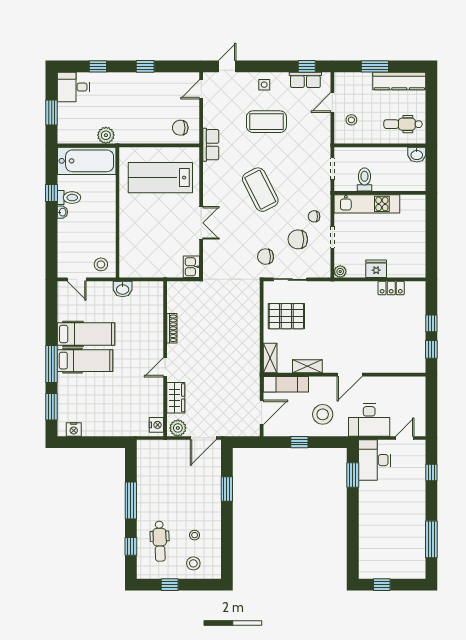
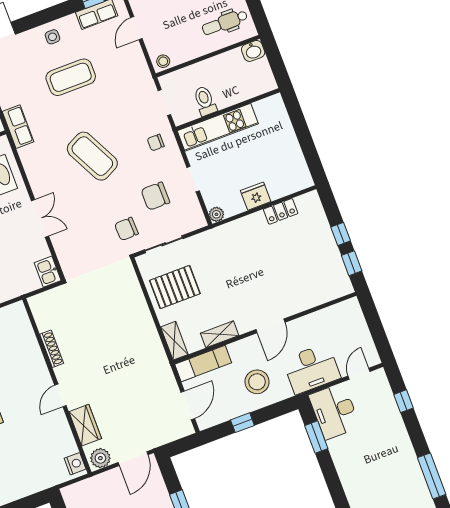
stool: (351, 120) -> (163, 61), moved
chair: (314, 216) -> (156, 143), moved

